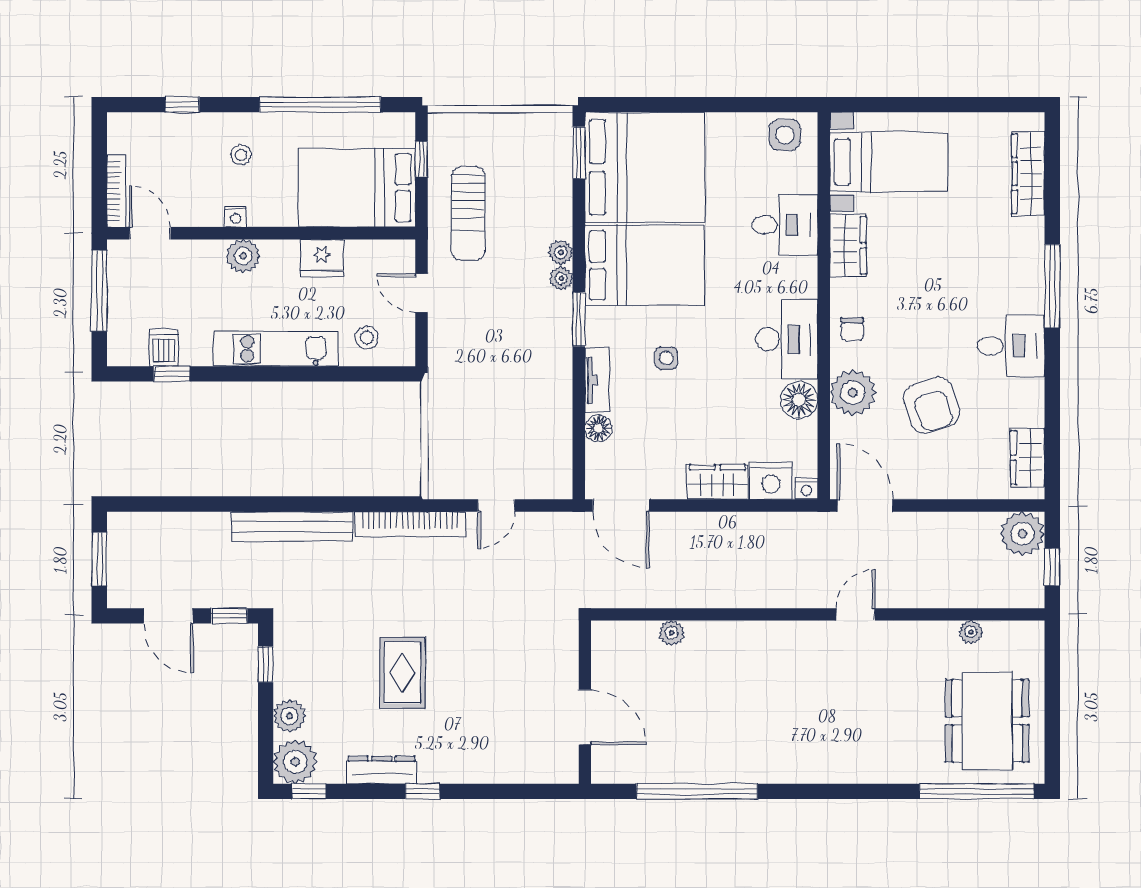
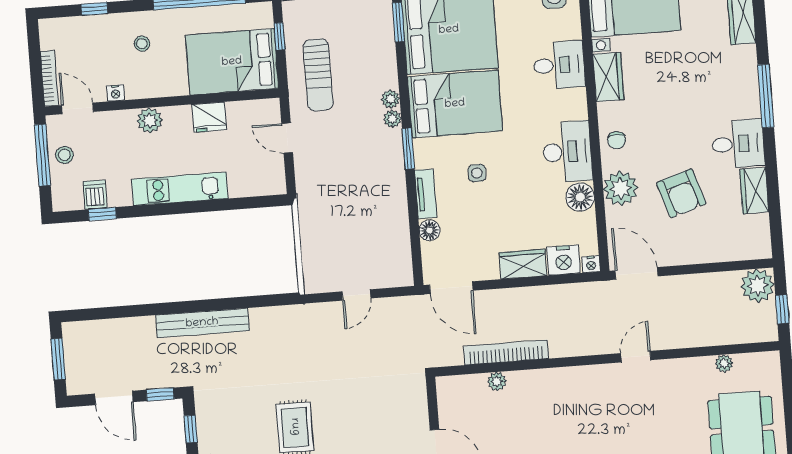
nightstand: (236, 217) -> (116, 93), moved
stool: (367, 337) -> (64, 155), moved
wardrobe: (1028, 458) -> (754, 191), moved
bookcase: (410, 524) -> (506, 352), moved, turned 180

